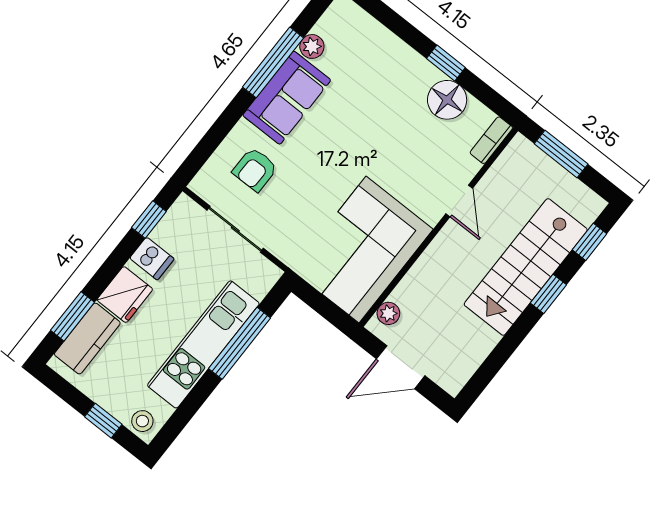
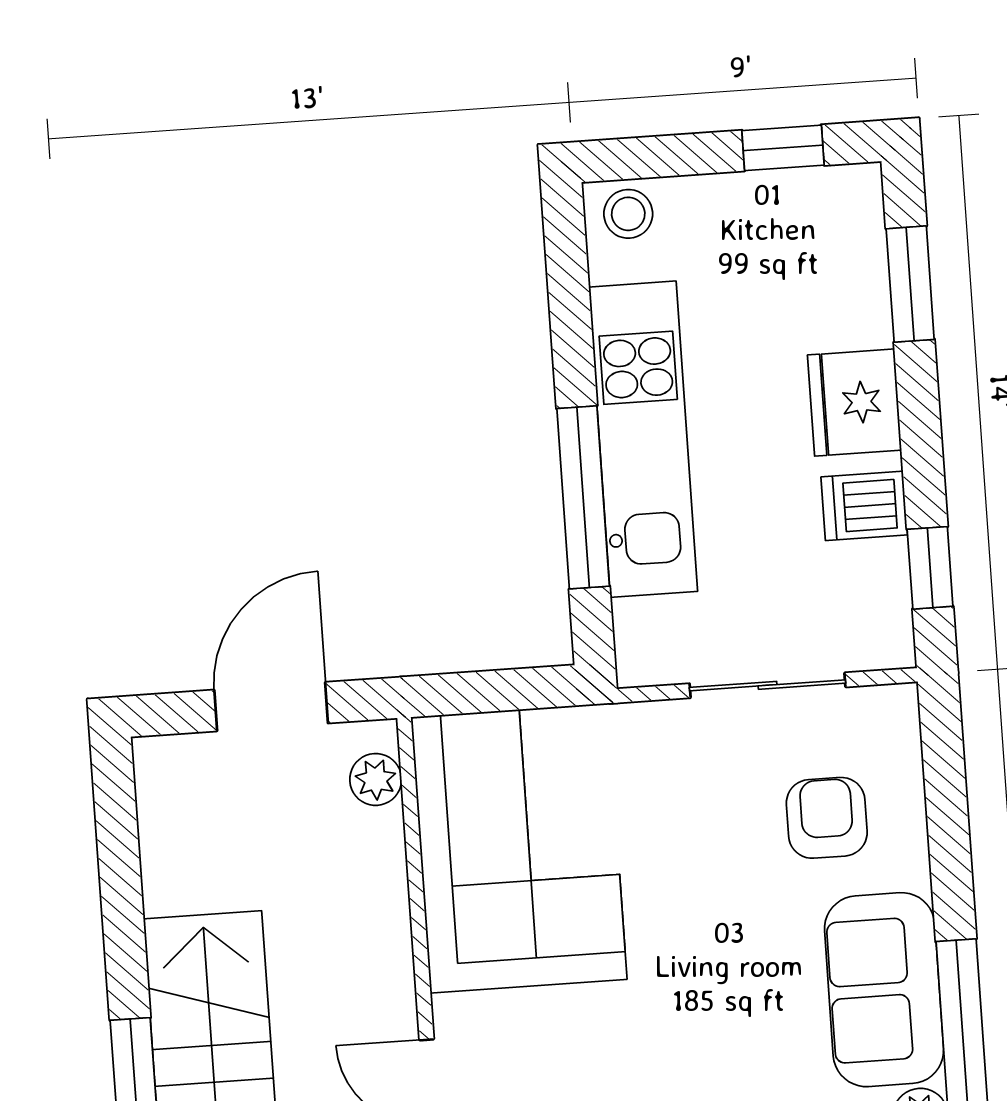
kitchen counter: (87, 339) -> (850, 269), removed
window: (103, 421) -> (783, 148), moved

